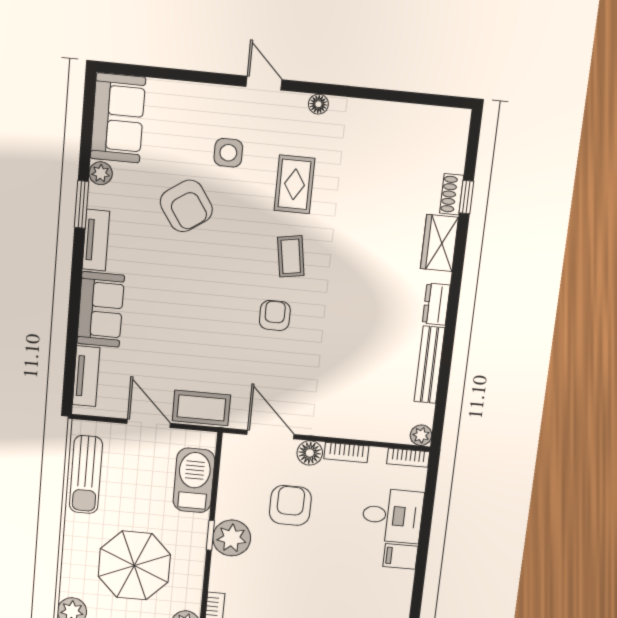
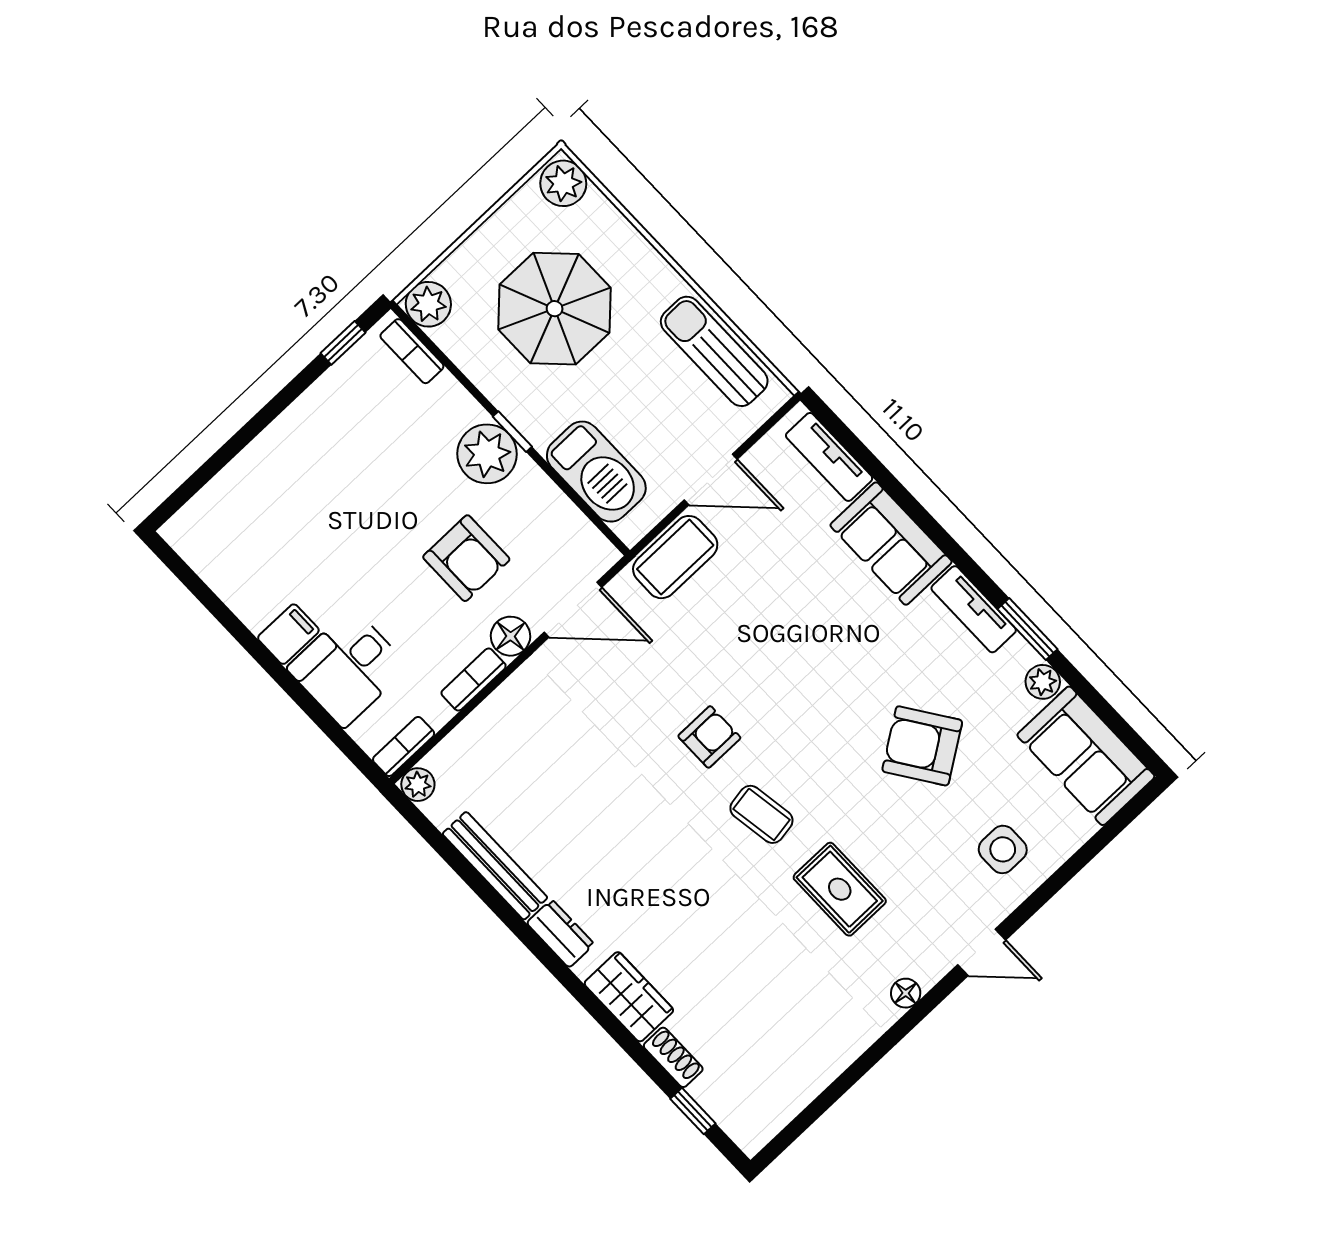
side table: (228, 153) -> (1003, 849), moved
window: (466, 197) -> (693, 1111), moved
armchair: (275, 315) -> (709, 737), turned -90

